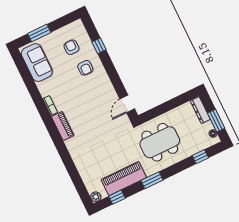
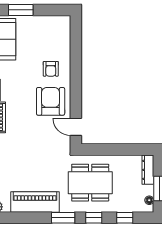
window: (99, 46) -> (76, 53), removed
armchair: (71, 47) -> (51, 101), moved, width x1.88, depth x1.88
door: (127, 104) -> (76, 127), hinge flipped
window: (117, 197) -> (94, 218), moved

